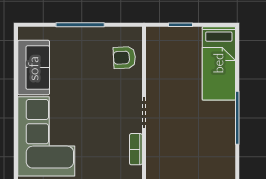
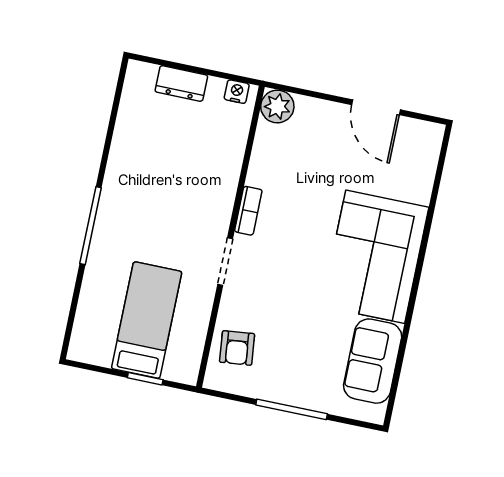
armchair: (124, 58) -> (237, 348), turned 87
bed: (219, 63) -> (147, 320), moved

